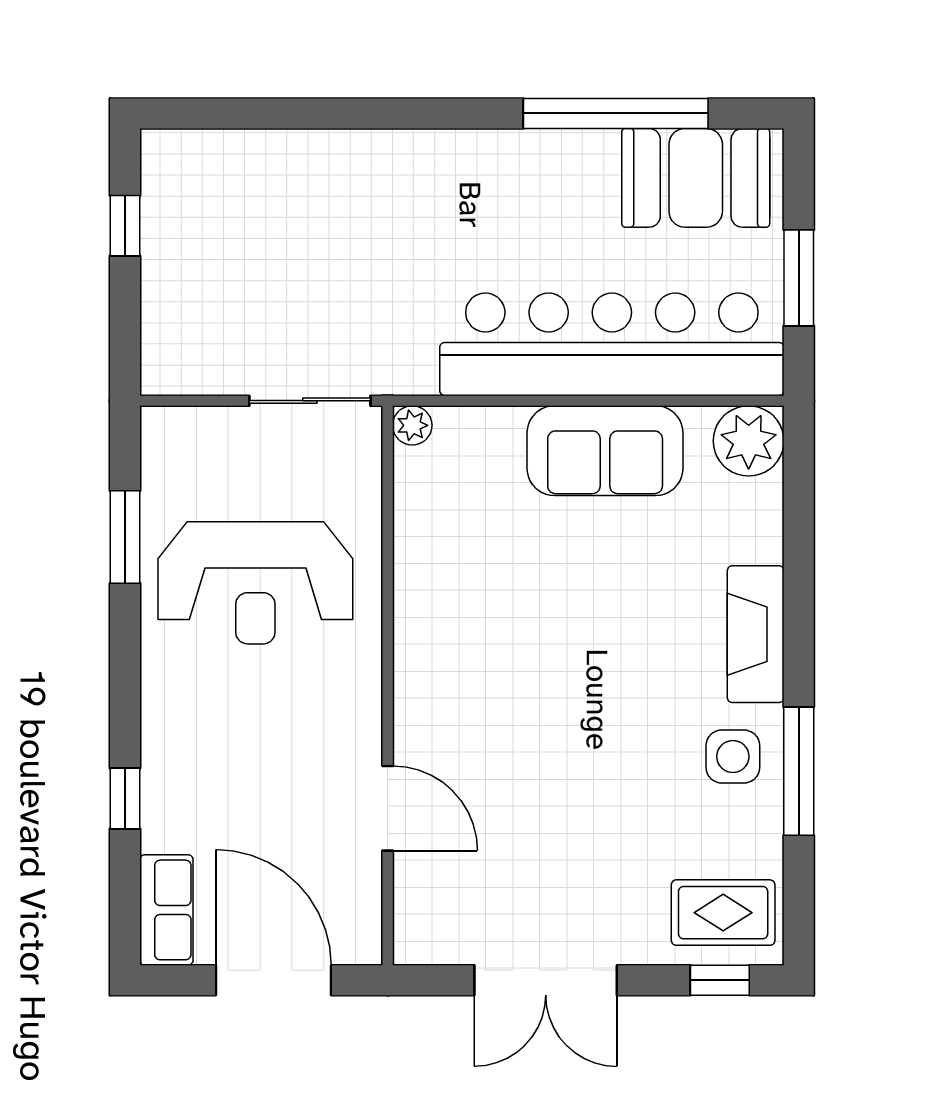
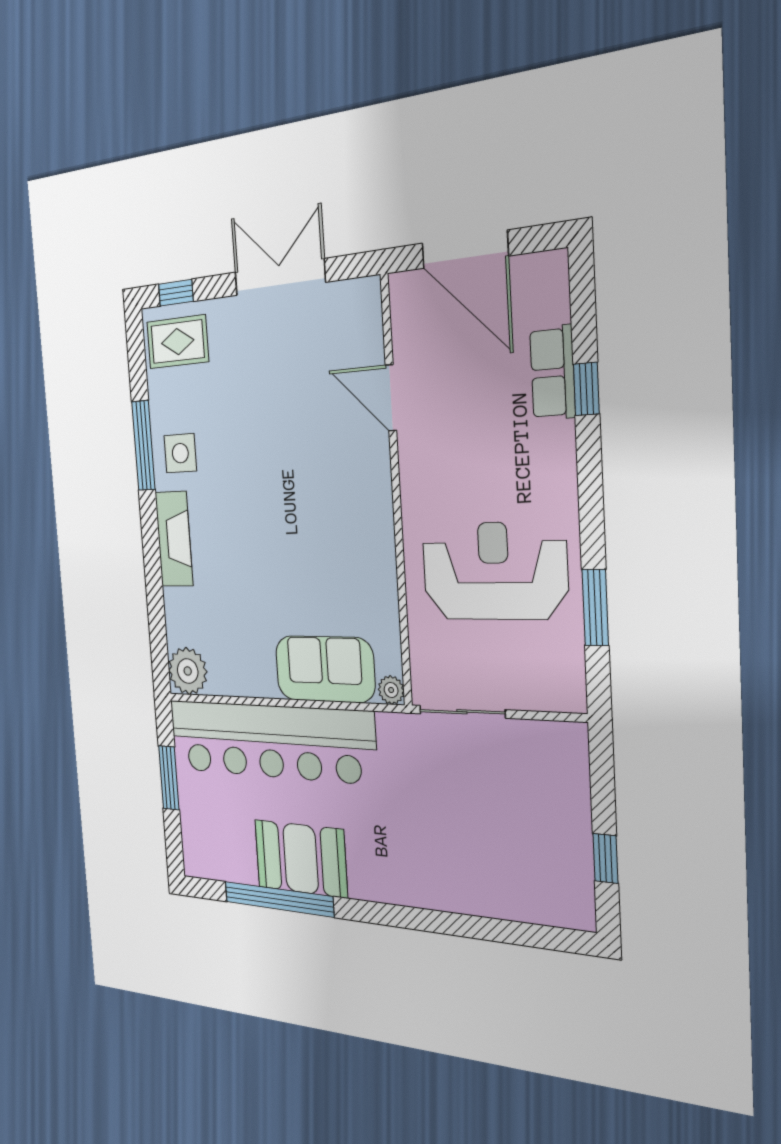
booth: (696, 178) -> (301, 859), moved
sofa: (605, 451) -> (325, 669), moved
row of seats: (166, 910) -> (553, 373), moved

